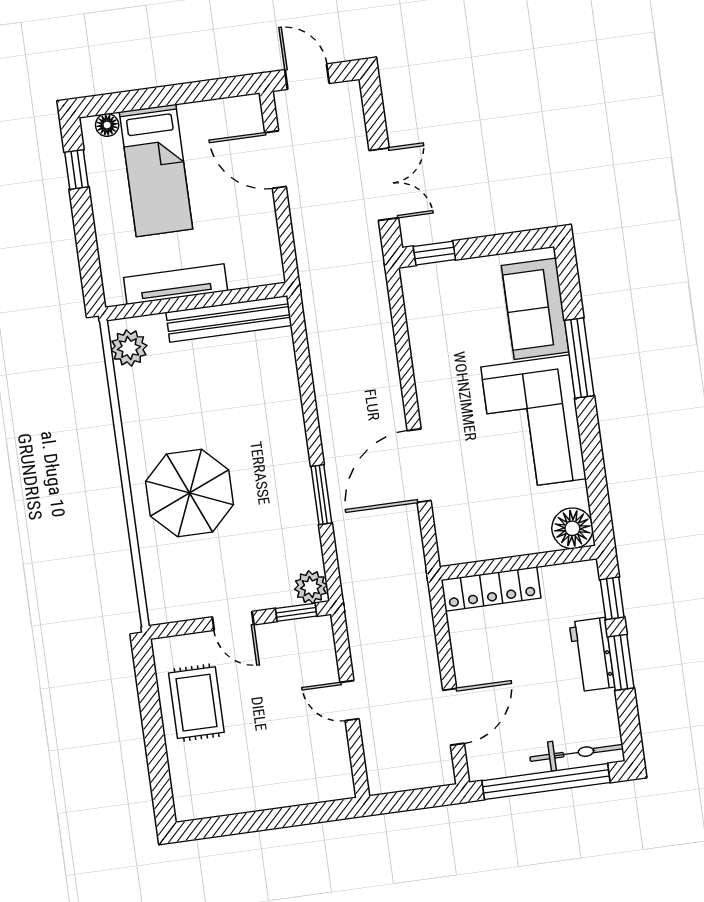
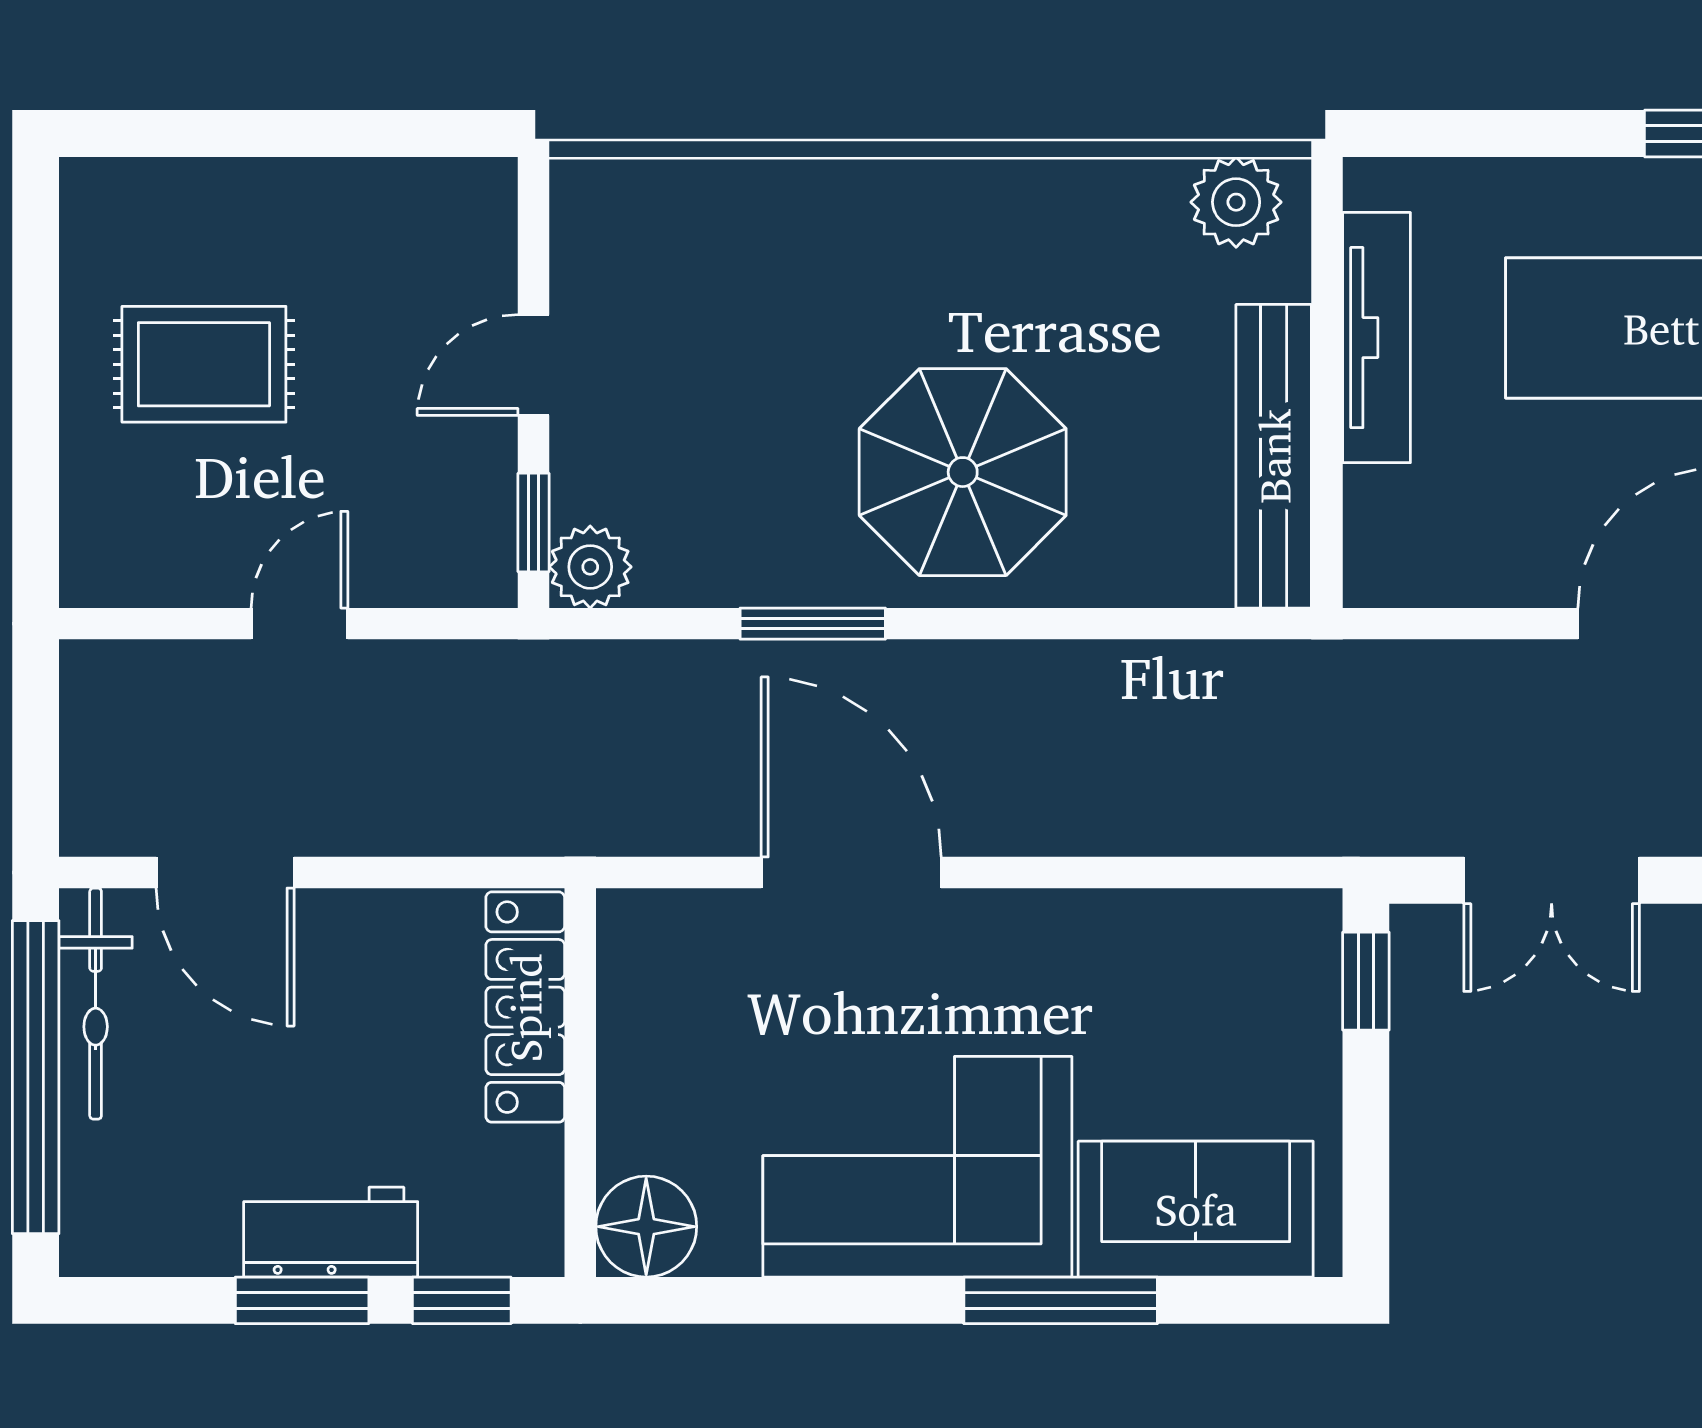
parasol: (190, 493) -> (963, 472), moved
rug: (196, 703) -> (204, 364), moved
bicycle: (577, 753) -> (96, 1004), moved

